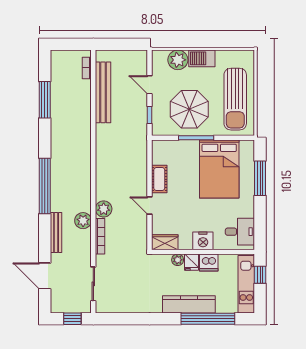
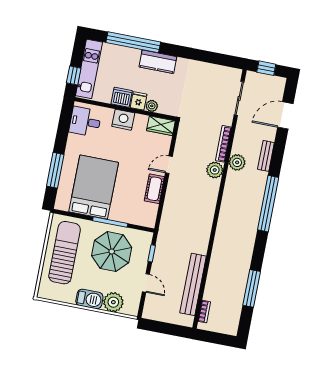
door: (150, 205) -> (169, 165), swing flipped
bench: (56, 232) -> (266, 156), width x0.73
door: (45, 276) -> (285, 115), swing flipped
kitchen counter: (189, 304) -> (158, 62), width x0.67

